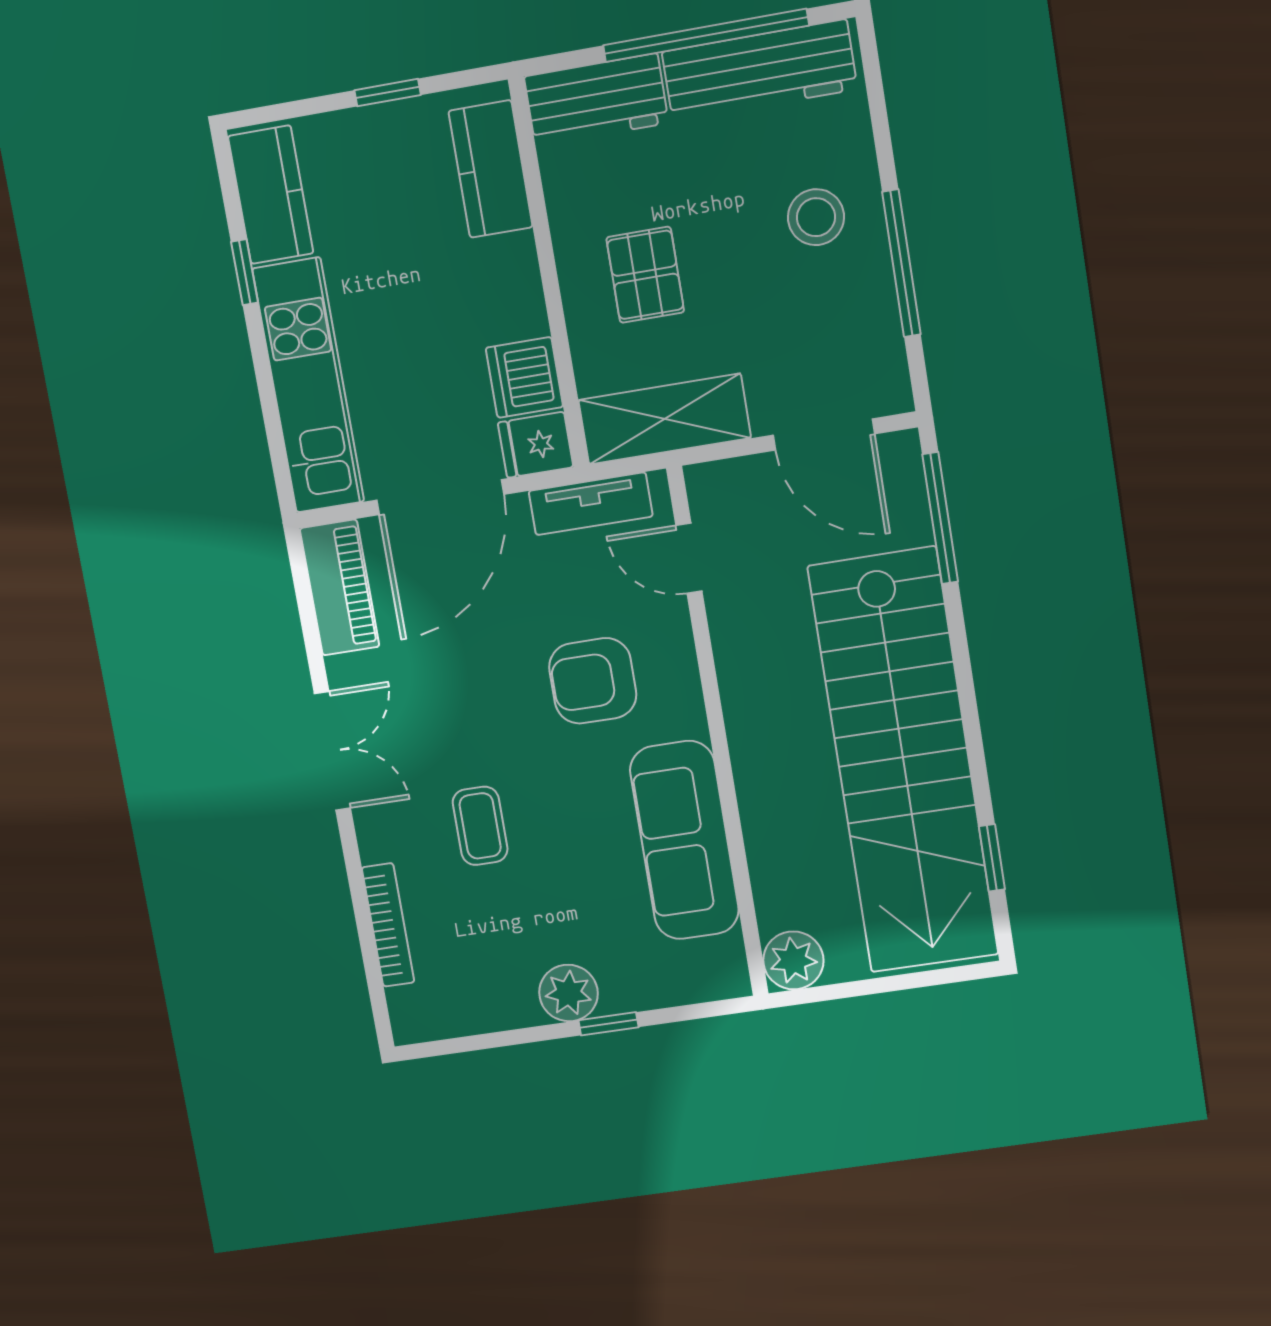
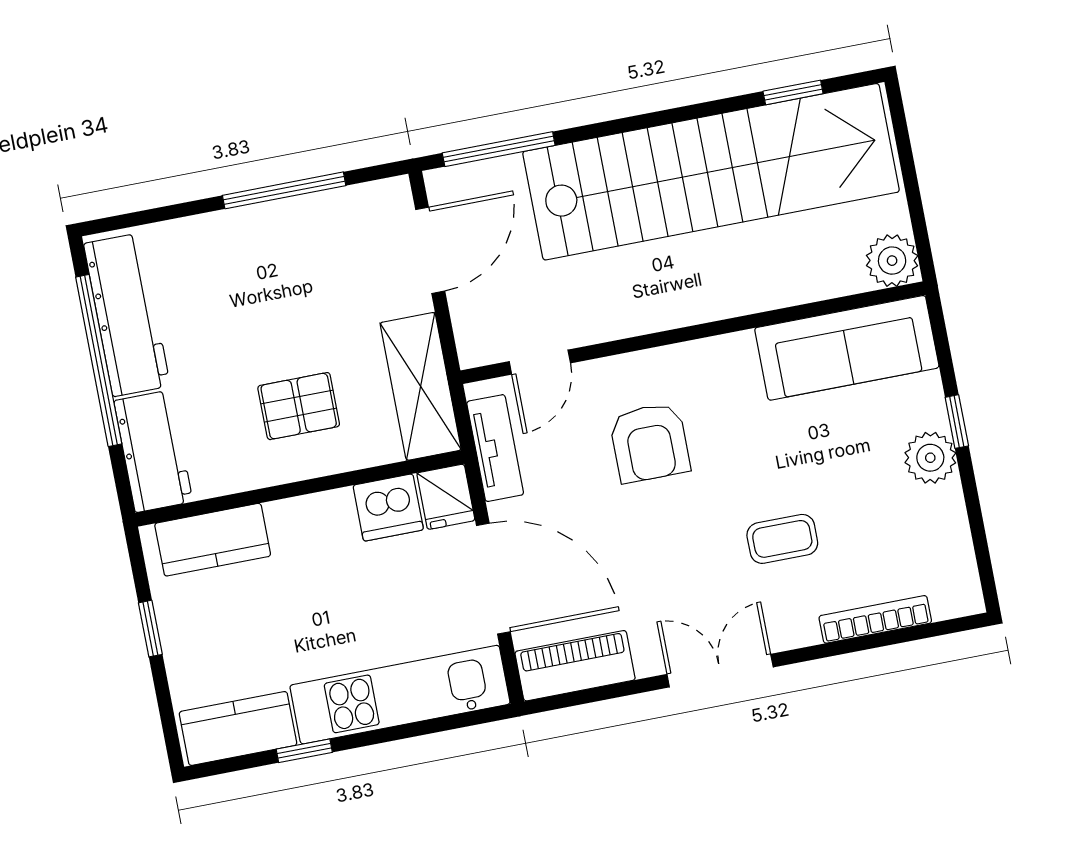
stool: (816, 217) -> (247, 263), removed
sofa: (684, 840) -> (847, 348), moved

